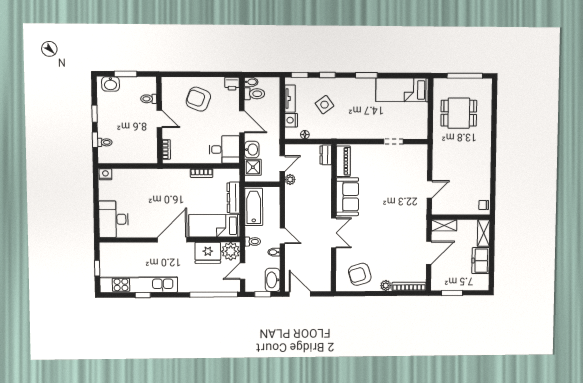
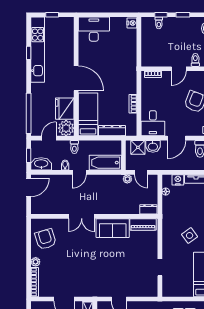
side table: (324, 105) -> (190, 235), moved
bathtub: (254, 207) -> (105, 163), moved, turned 180
door: (243, 271) -> (49, 138), hinge flipped

